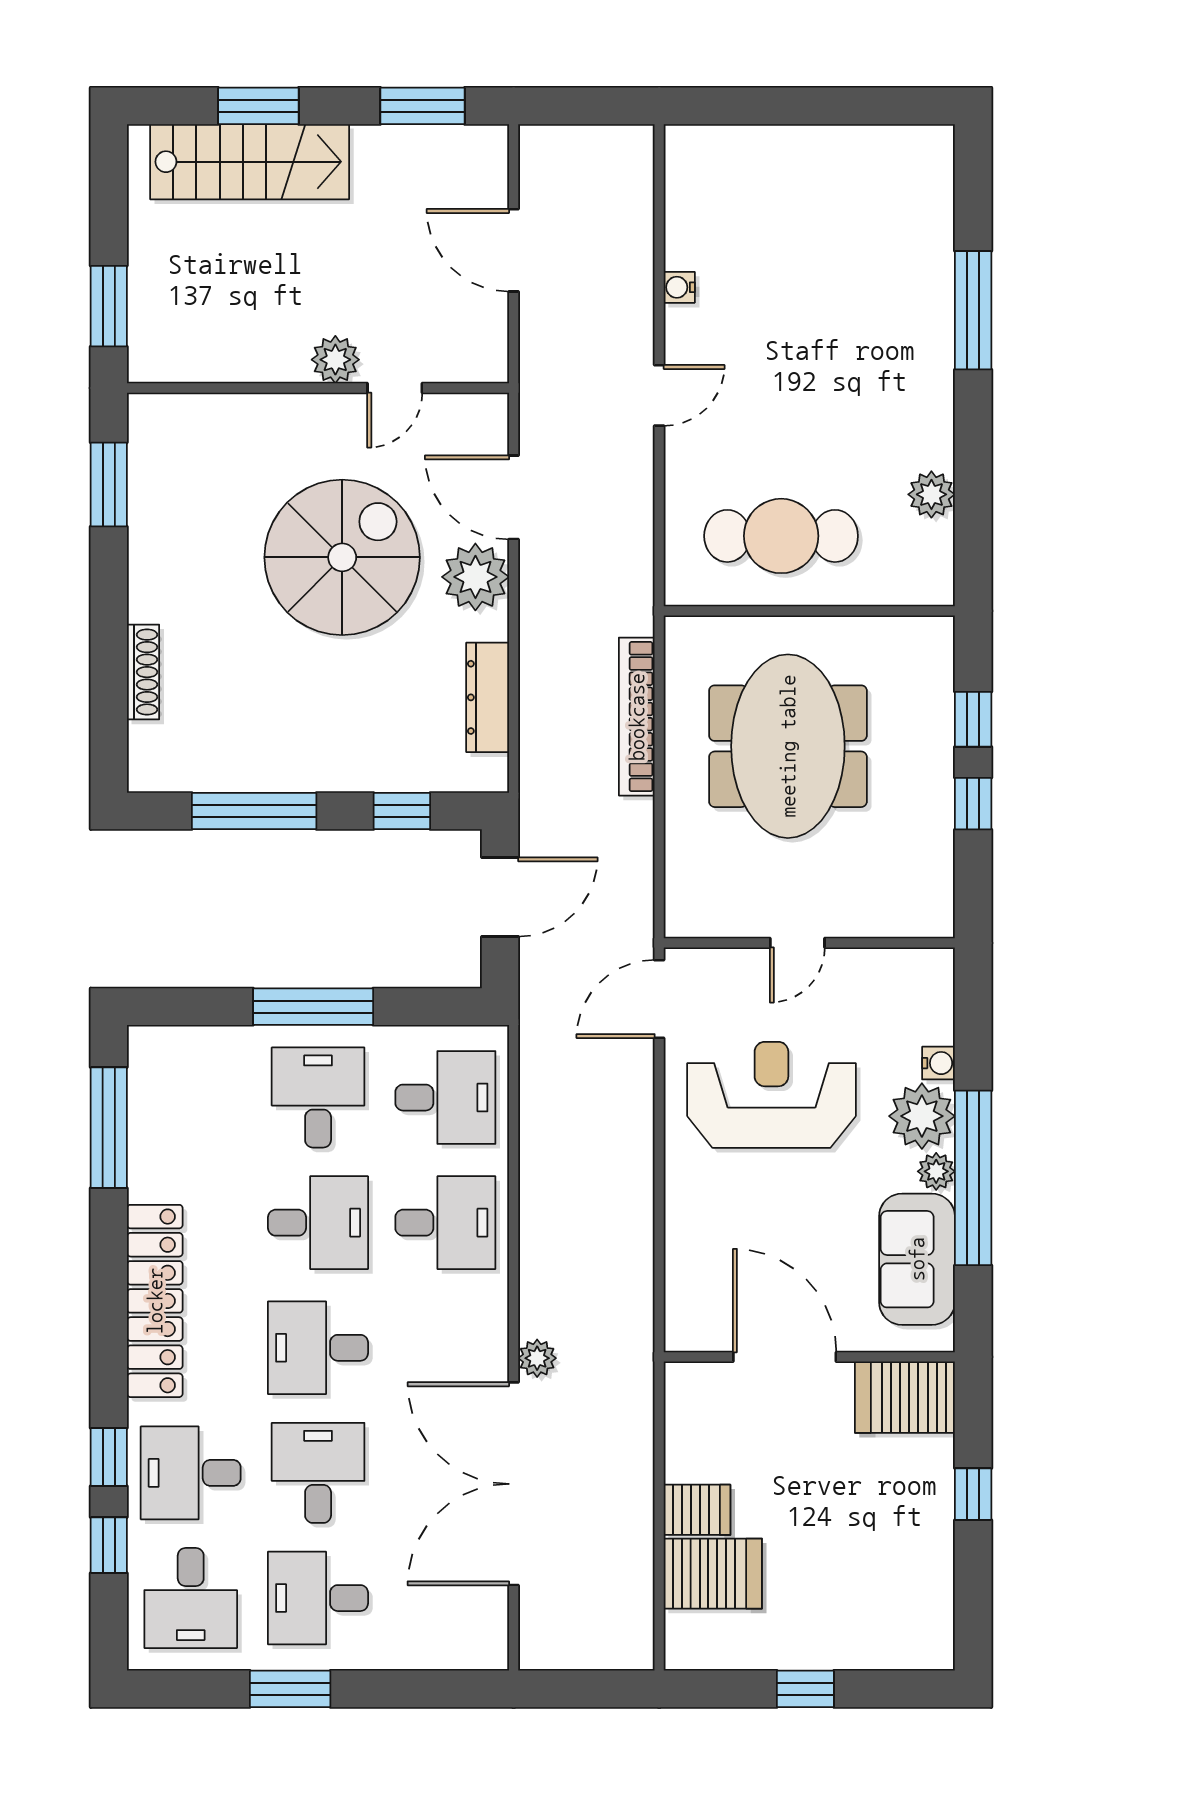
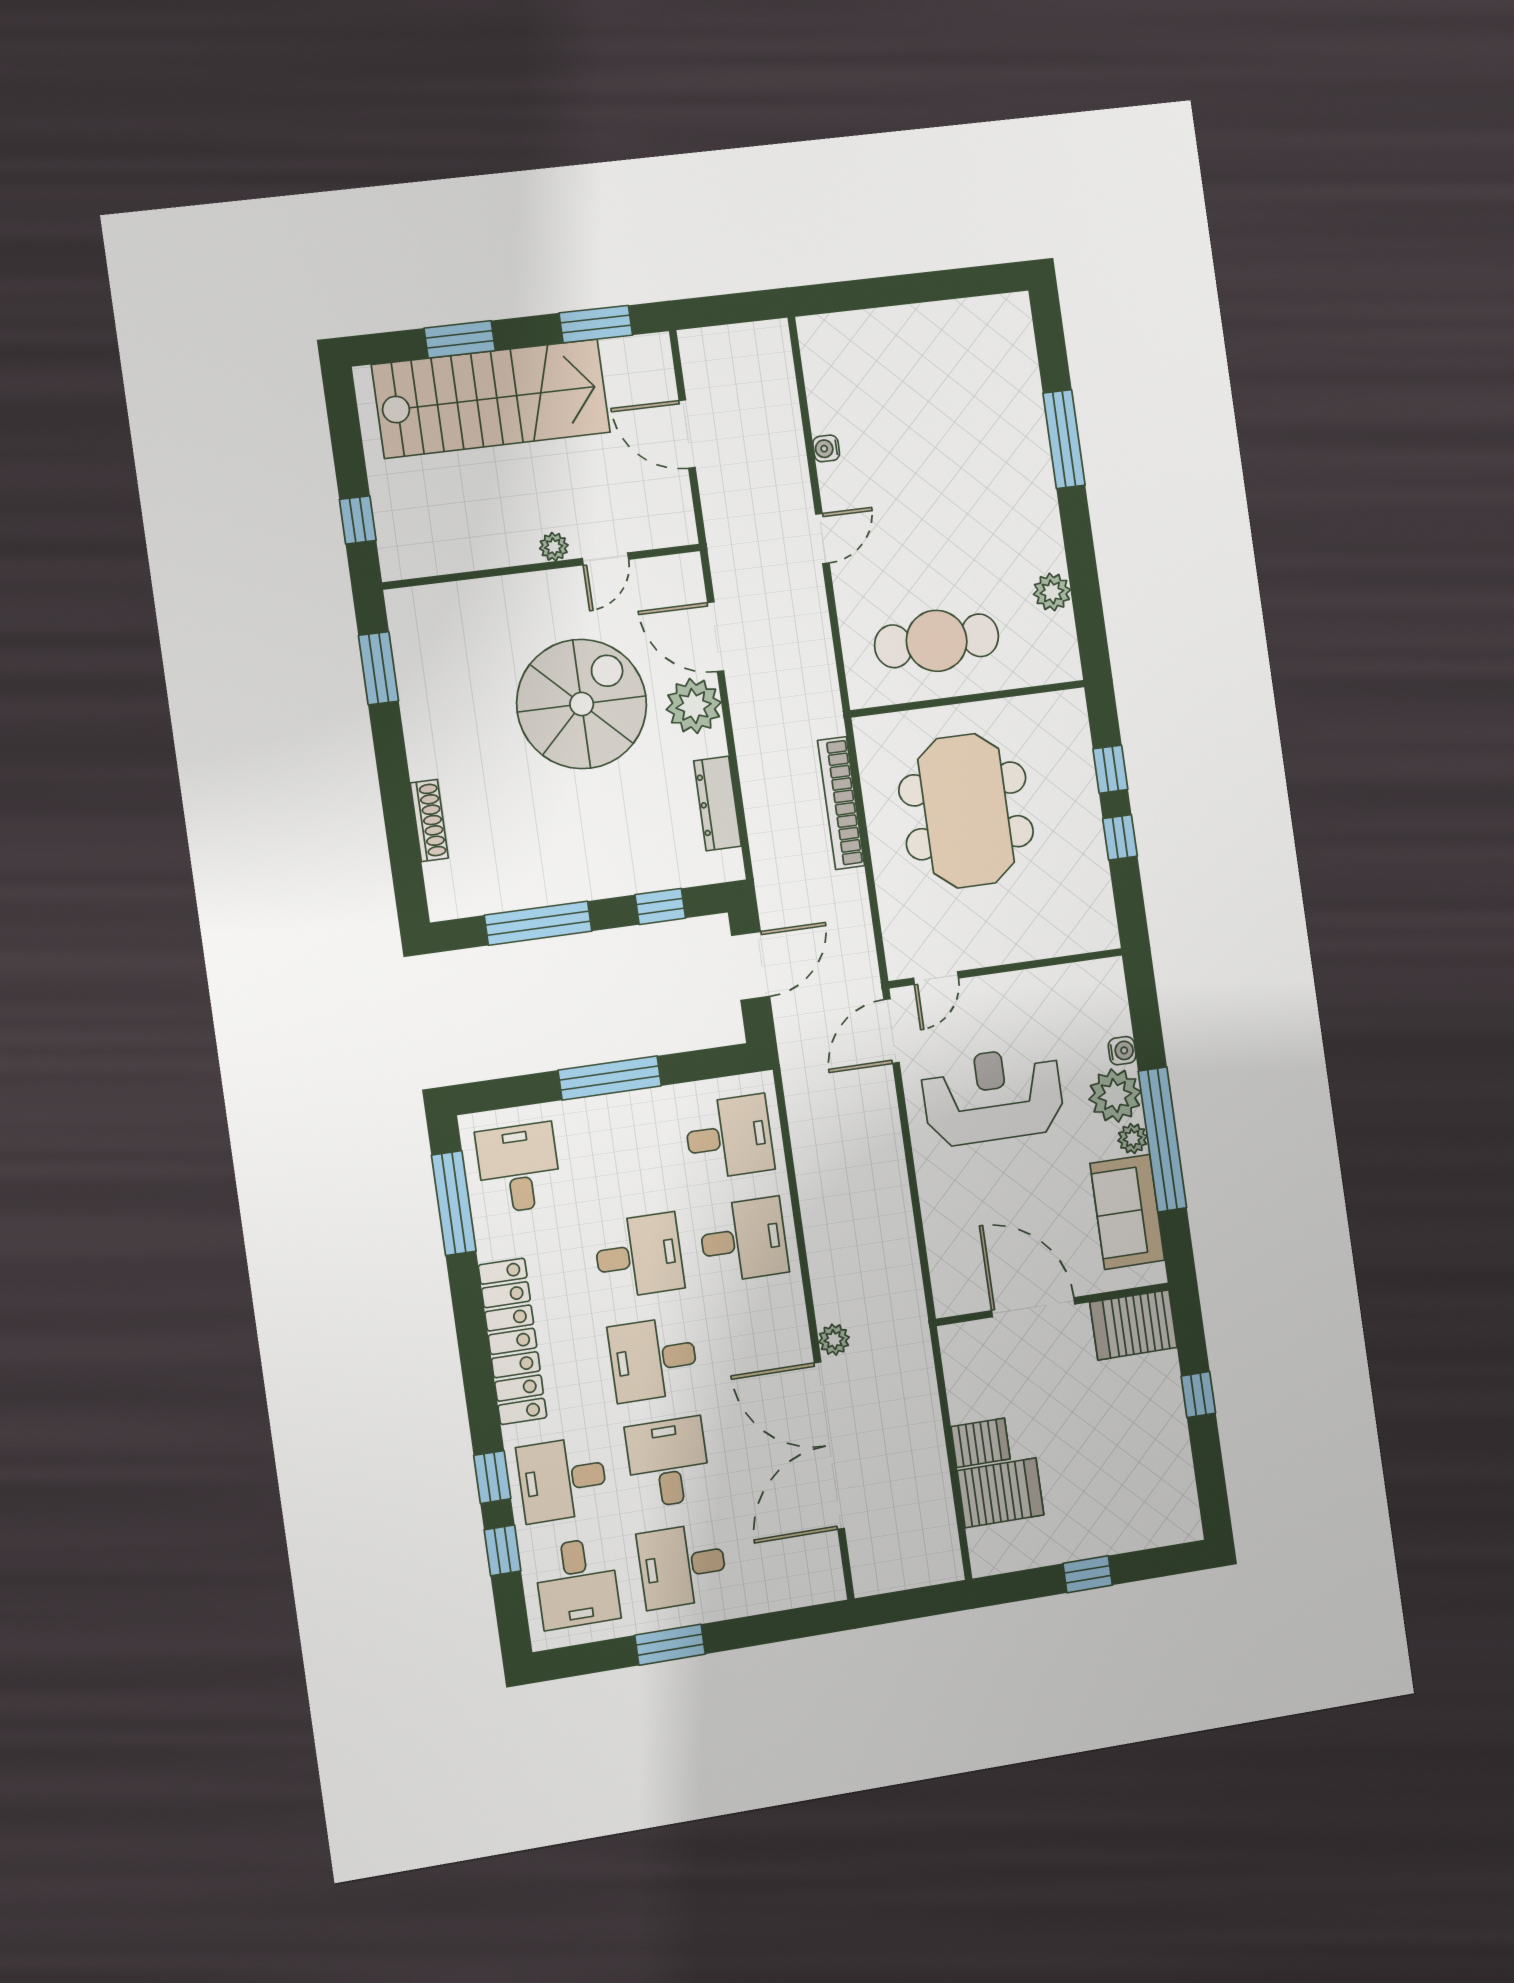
stairs: (250, 162) -> (491, 399), width x1.36, depth x1.51
window: (109, 306) -> (358, 520), width x0.67
plant: (335, 360) -> (554, 547), width x0.73, depth x0.73
door: (797, 943) -> (936, 978), moved
desk: (318, 1098) -> (519, 1168), moved

